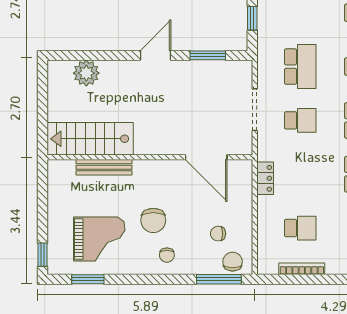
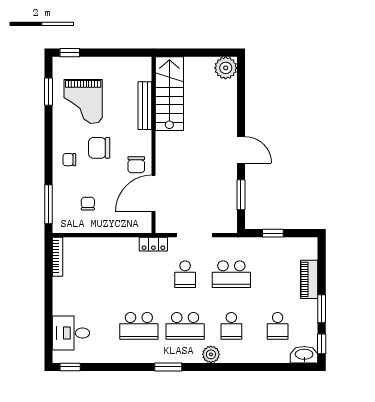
plant: (86, 73) -> (226, 68), moved
locker: (265, 178) -> (153, 244), moved
school desk: (300, 228) -> (93, 274), removed
chair: (233, 262) -> (136, 165), moved, turned 90
bookcase: (302, 269) -> (58, 257), moved

